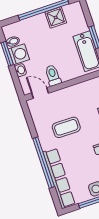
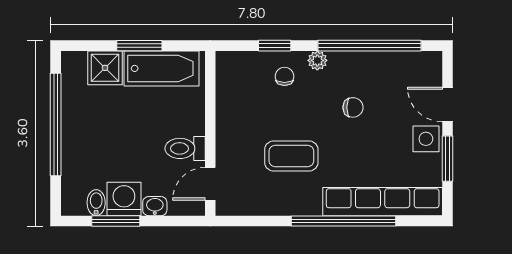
shower: (56, 17) -> (105, 68), moved
coffee table: (66, 127) -> (291, 156), turned 90

